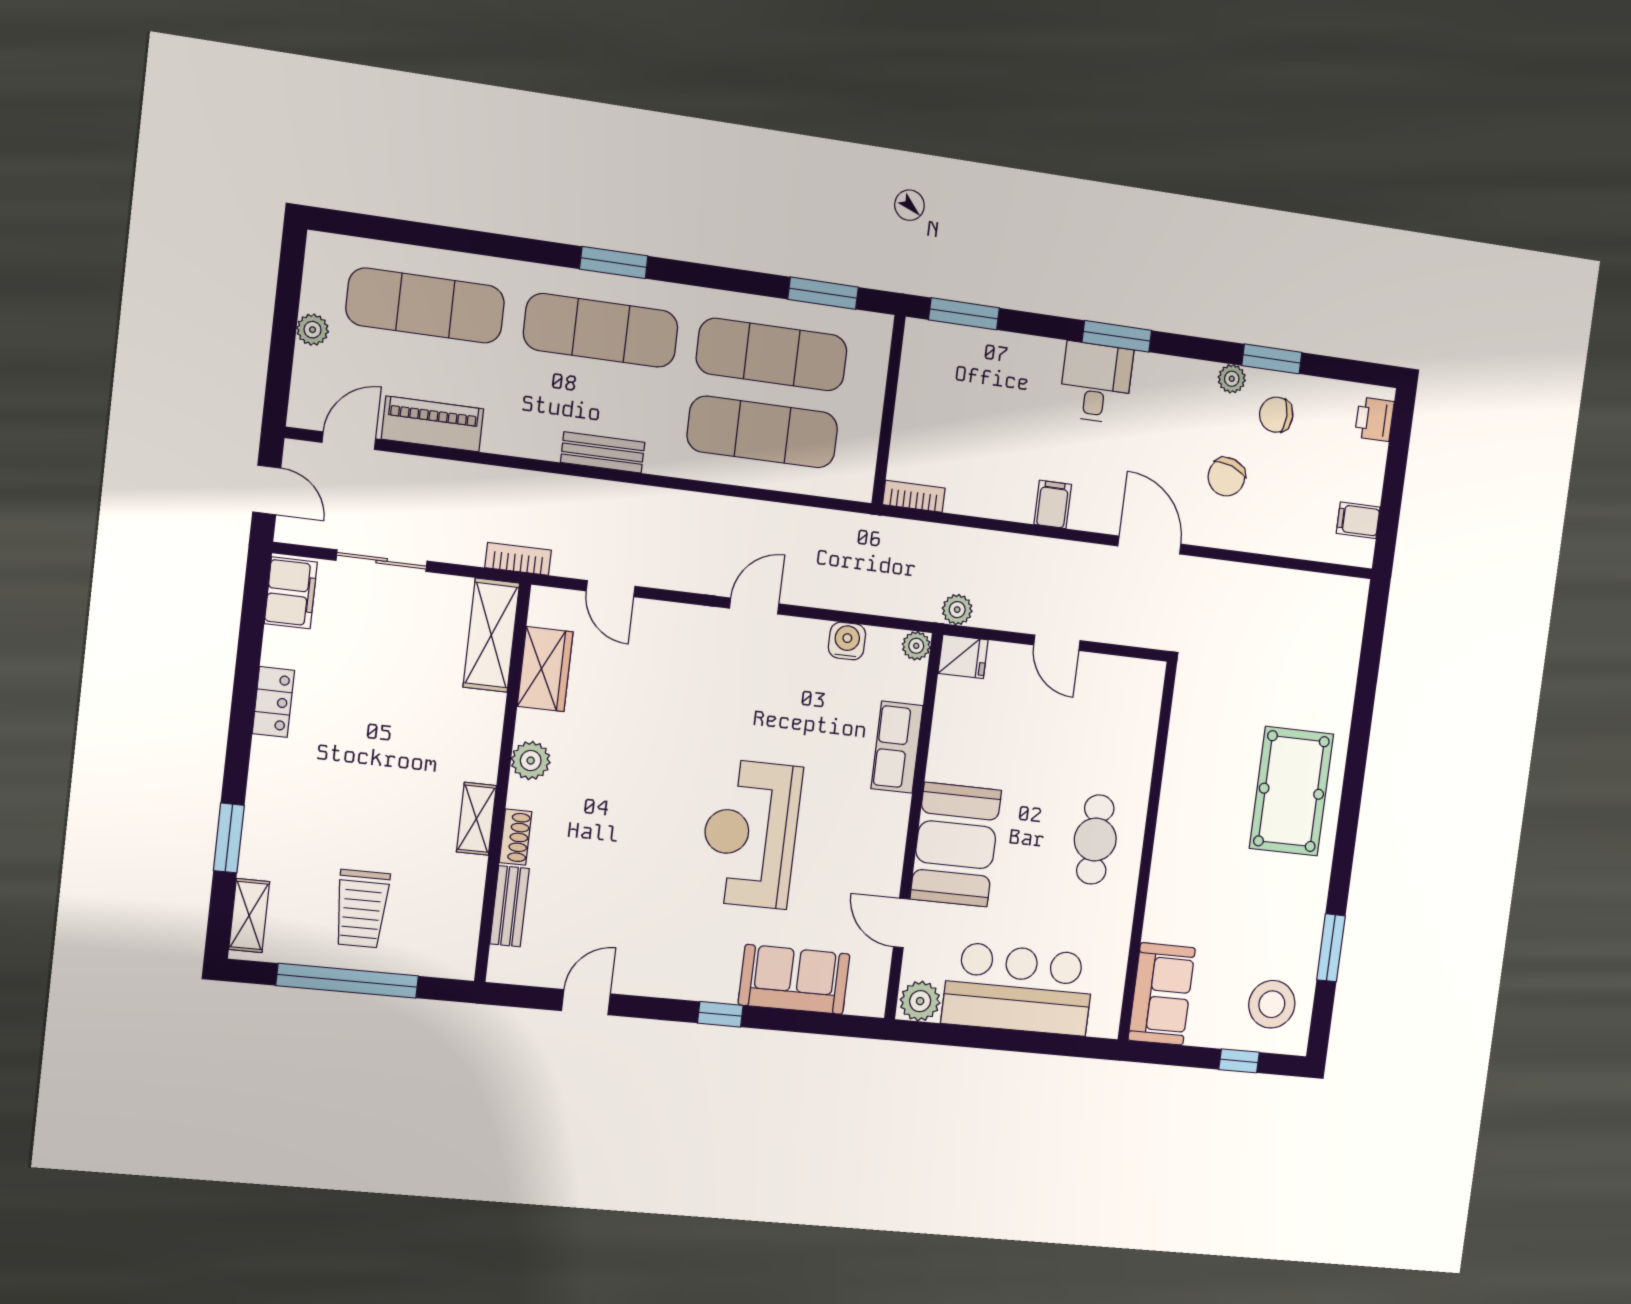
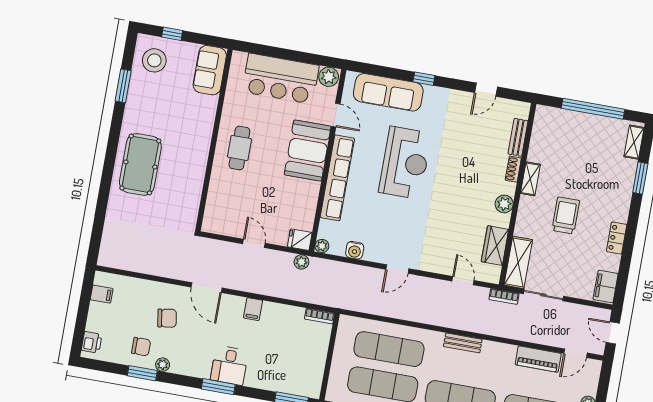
chair: (1226, 477) -> (167, 318), turned 62
sliding door: (382, 561) -> (543, 295), moved
row of seats: (897, 747) -> (337, 178), width x2.02
trolley: (362, 909) -> (566, 215), moved
sofa: (794, 979) -> (388, 92), width x1.36

